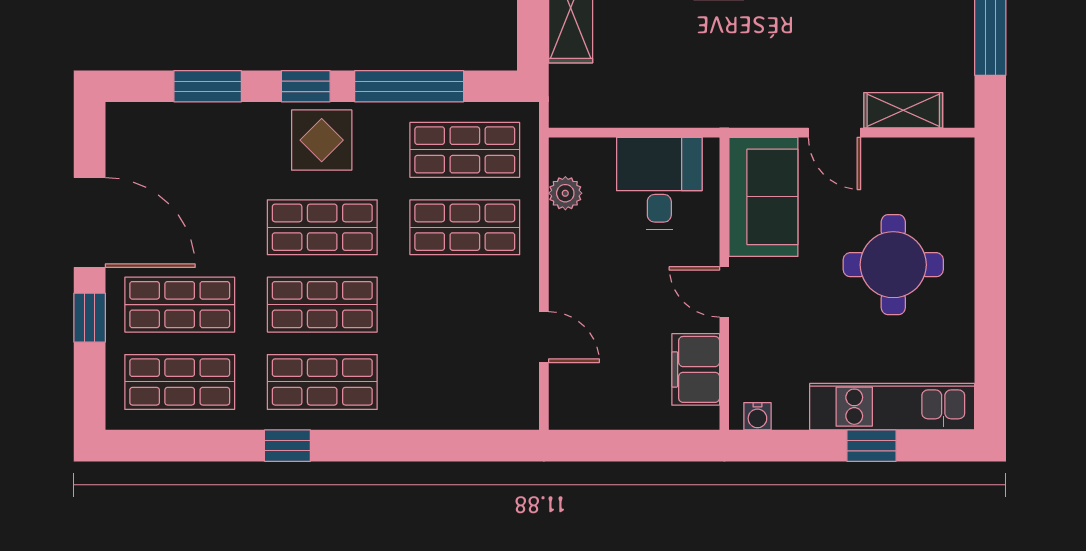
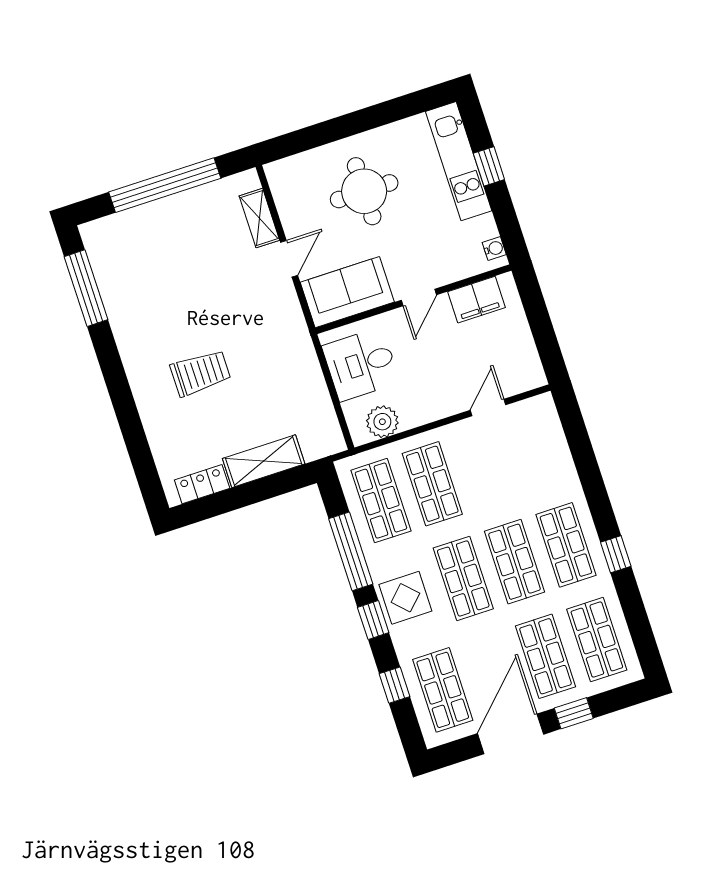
window: (208, 86) -> (394, 685), width x0.67
shop shelf: (180, 150) -> (443, 690), added
plant: (565, 193) -> (382, 422), width x1.38, depth x1.38

